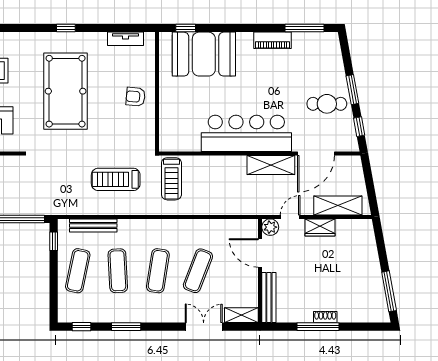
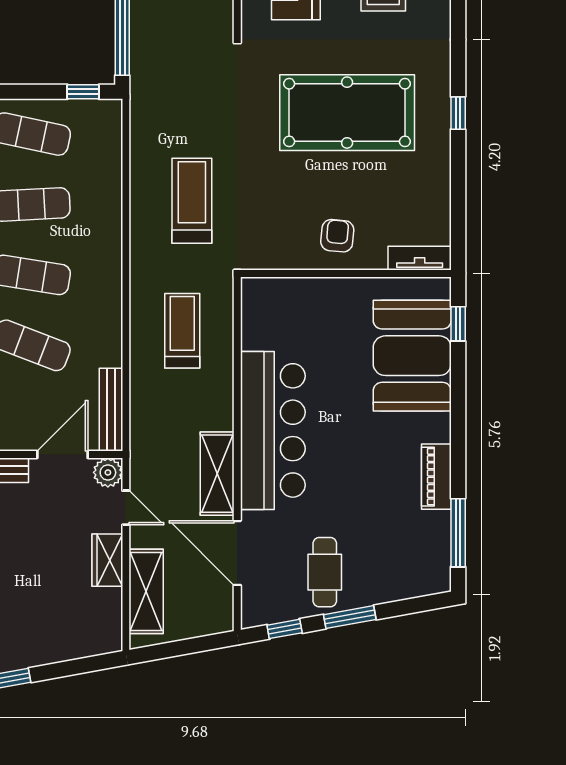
tv unit: (126, 39) -> (420, 258), moved, turned 90
treadmill: (171, 179) -> (182, 331), moved, turned 90
bench: (93, 225) -> (111, 410), moved

